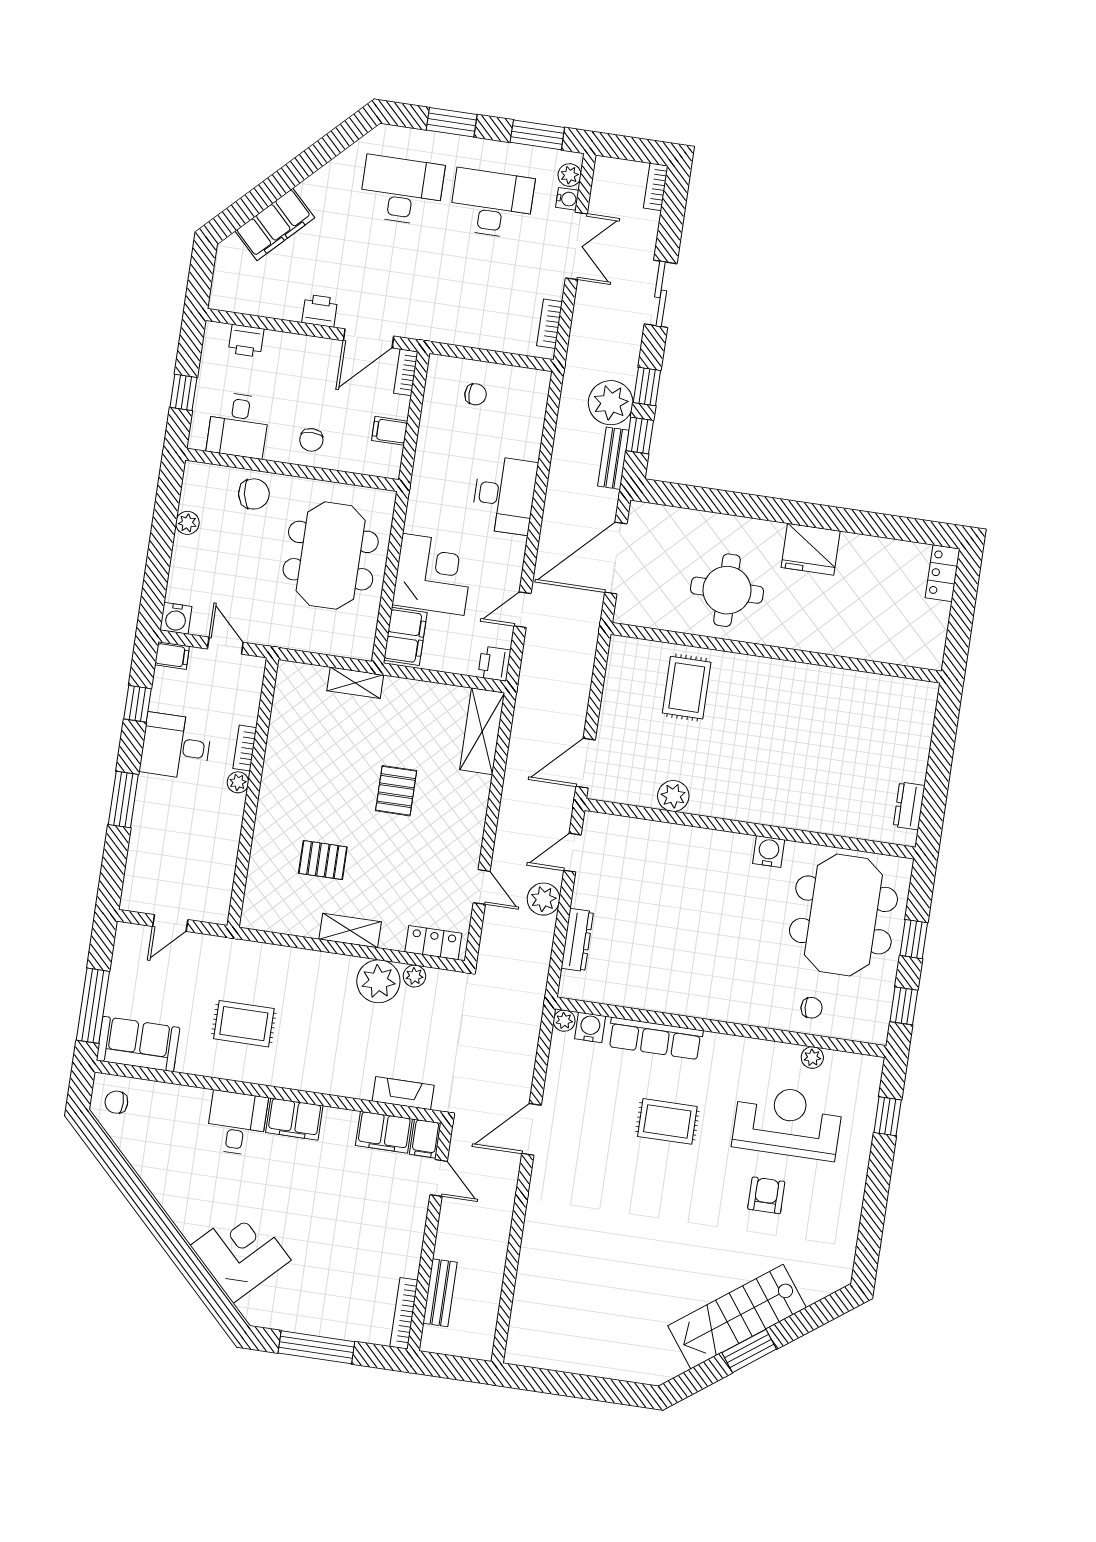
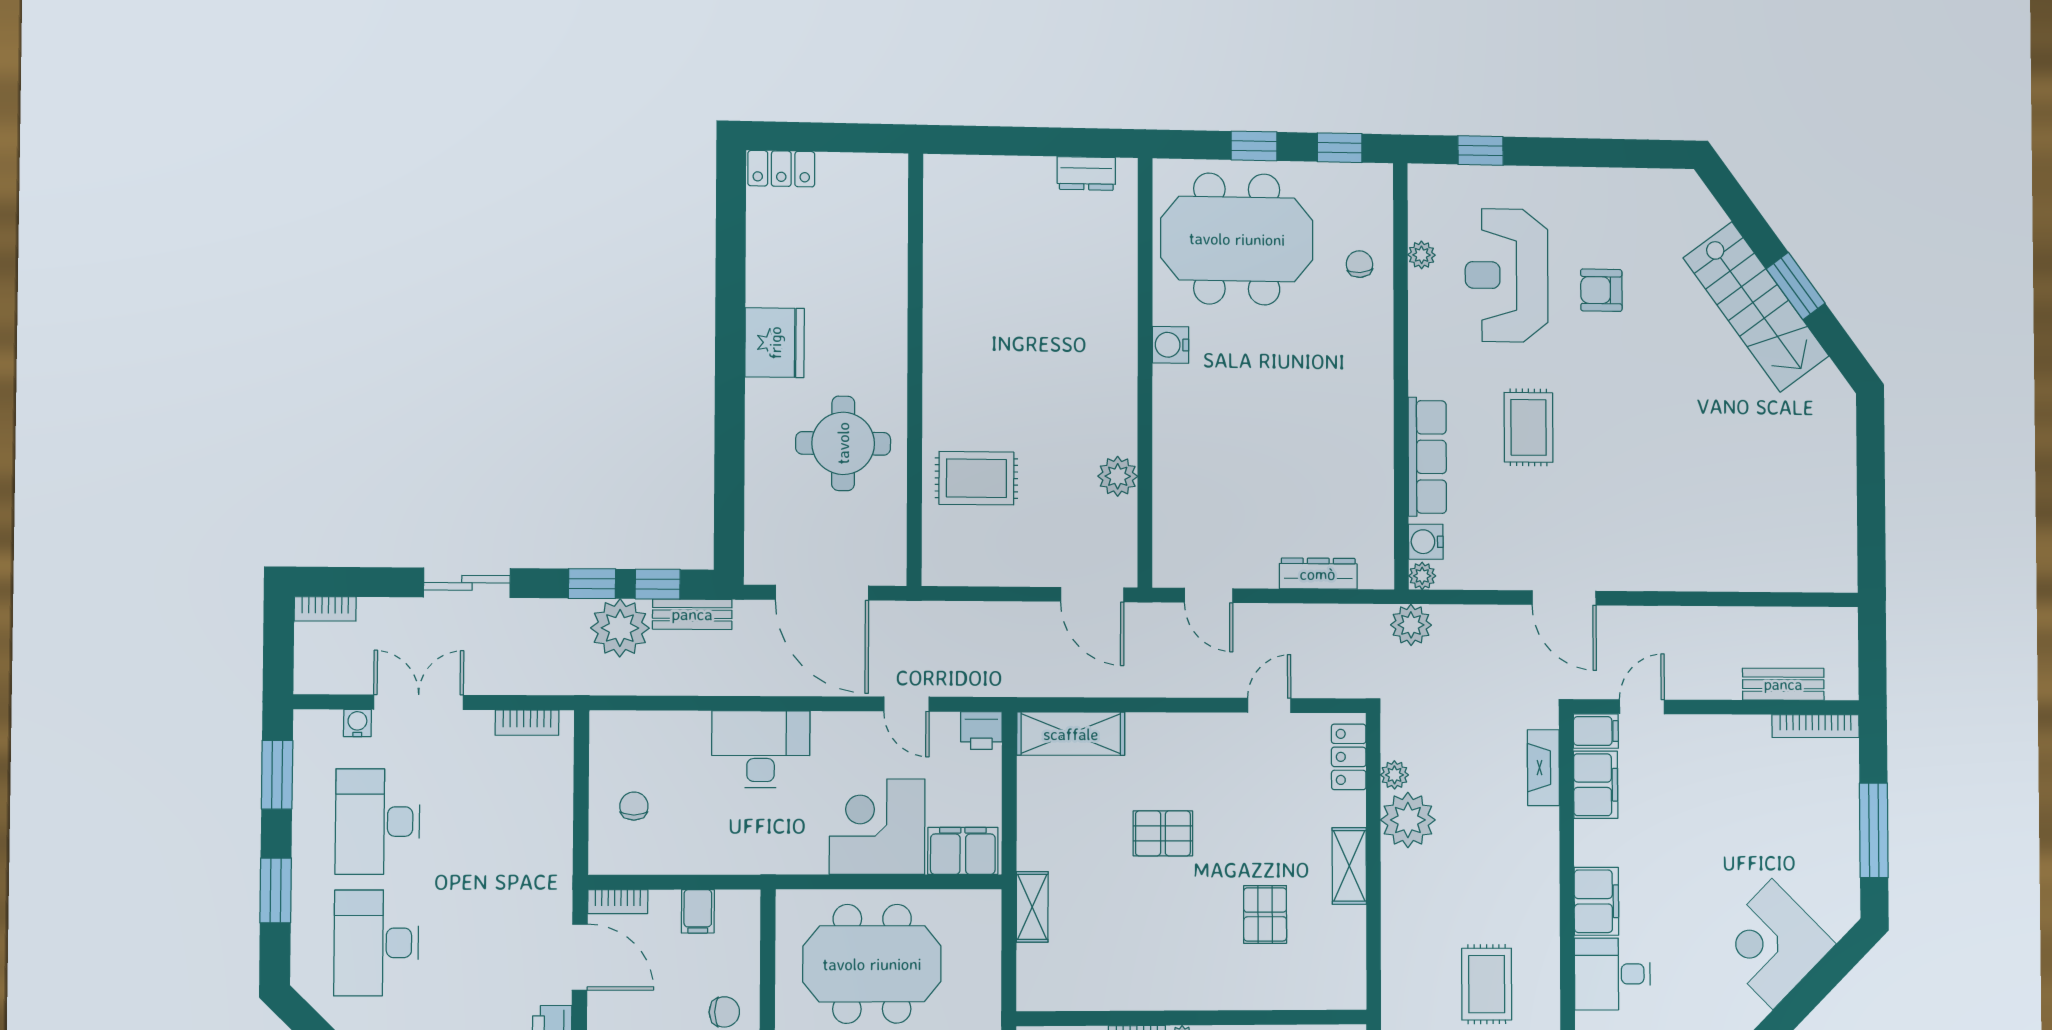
plant: (570, 175) -> (325, 725), removed
plant: (543, 899) -> (1411, 625), moved

